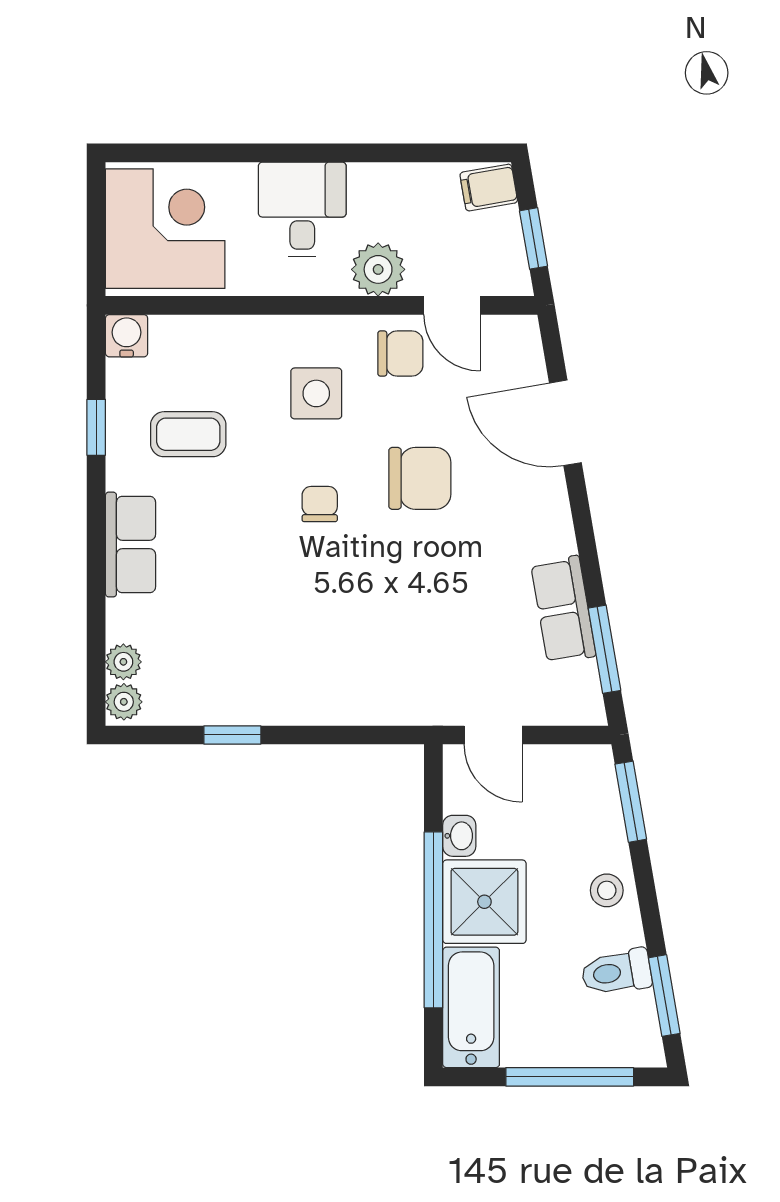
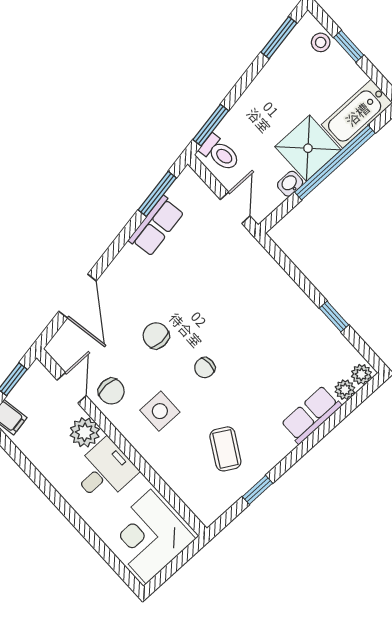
desk: (302, 209) -> (104, 471), moved, turned 180
water cooler: (127, 336) -> (208, 512), removed
chair: (400, 353) -> (111, 391), turned 180
coffee table: (188, 434) -> (225, 449), turned 30
chair: (420, 478) -> (156, 336), width x0.73, depth x0.73
row of seats: (130, 545) -> (311, 415), moved
stool: (607, 890) -> (321, 42), moved
toilet: (616, 972) -> (220, 153), moved
window: (570, 1077) -> (349, 46), width x0.46

